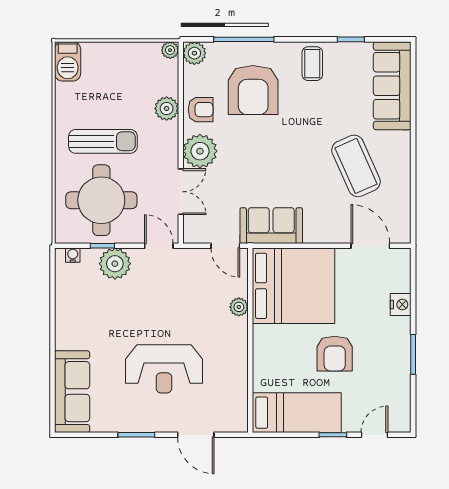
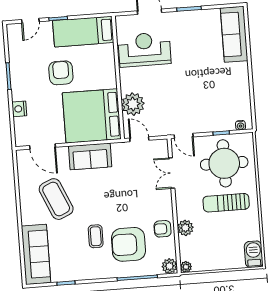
coffee table: (312, 64) -> (96, 236), moved
armchair: (253, 90) -> (128, 244), turned -90
plant: (200, 151) -> (161, 201), removed
sofa: (271, 226) -> (90, 156), moved
plant: (115, 264) -> (212, 122), removed
plant: (239, 307) -> (133, 104), width x1.87, depth x1.87
reception desk: (164, 369) -> (144, 50), moved

